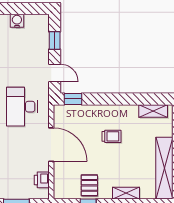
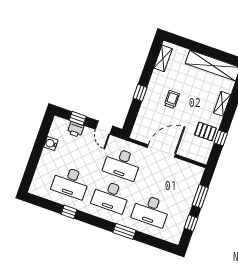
door: (55, 73) -> (104, 128), swing flipped
window: (73, 99) -> (140, 93), moved
printer: (42, 180) -> (76, 129), moved

